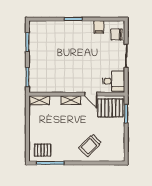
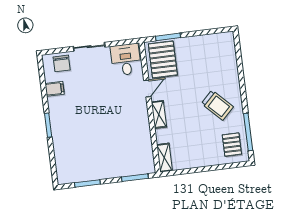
trolley: (90, 145) -> (217, 105), moved

